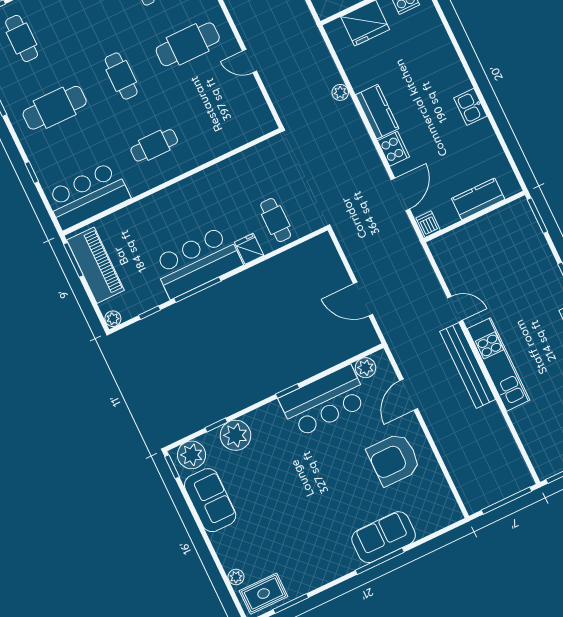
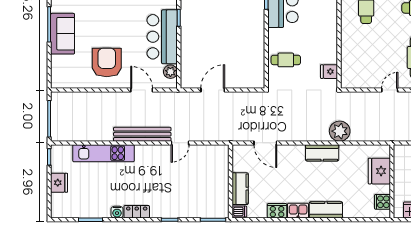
kitchen counter: (452, 70) -> (326, 210), added
plant: (340, 92) -> (340, 131), width x1.87, depth x1.87
cooker: (393, 149) -> (277, 211), moved, turned 180
dishwasher: (428, 224) -> (239, 211), moved
fridge: (249, 249) -> (329, 72), moved, turned 180
kitchen unit: (498, 364) -> (103, 153), moved

